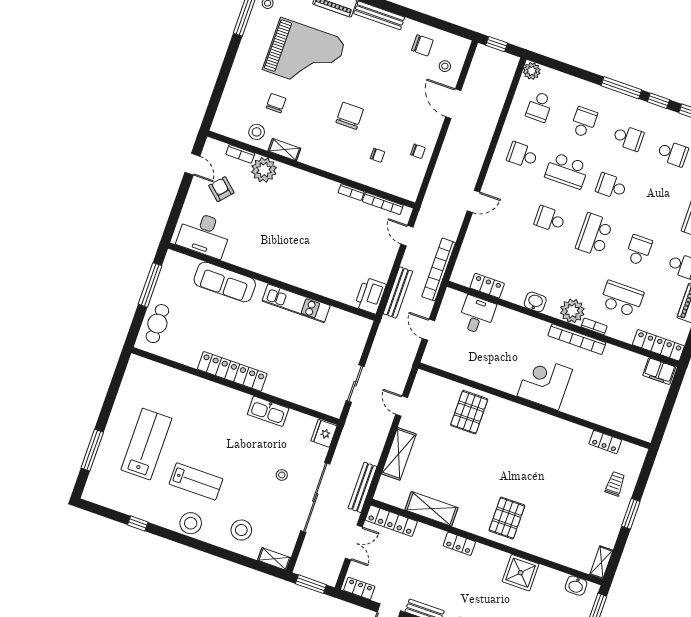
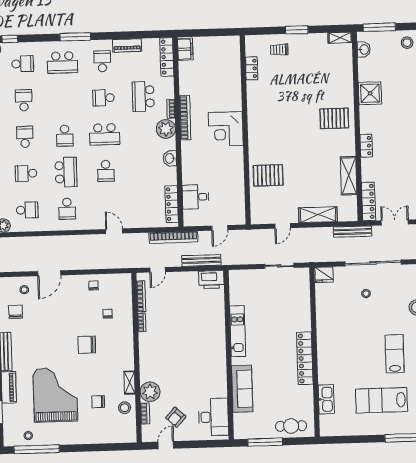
locker: (487, 286) -> (172, 204), width x1.53
kitchen sink: (268, 411) -> (326, 399), moved

